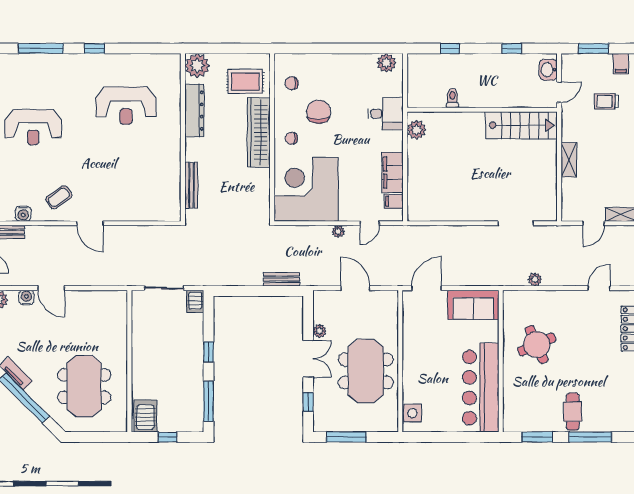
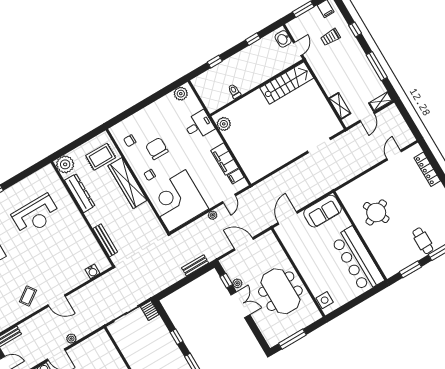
shelving: (569, 160) -> (340, 106), moved
water cooler: (23, 214) -> (92, 271), moved
plant: (535, 279) -> (71, 339), moved
window: (308, 402) -> (226, 281), moved

